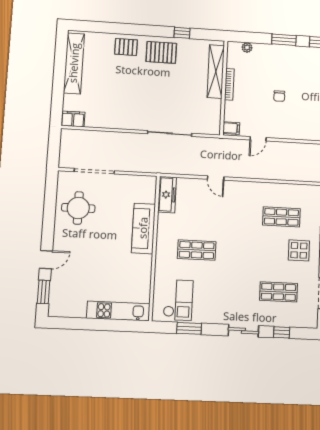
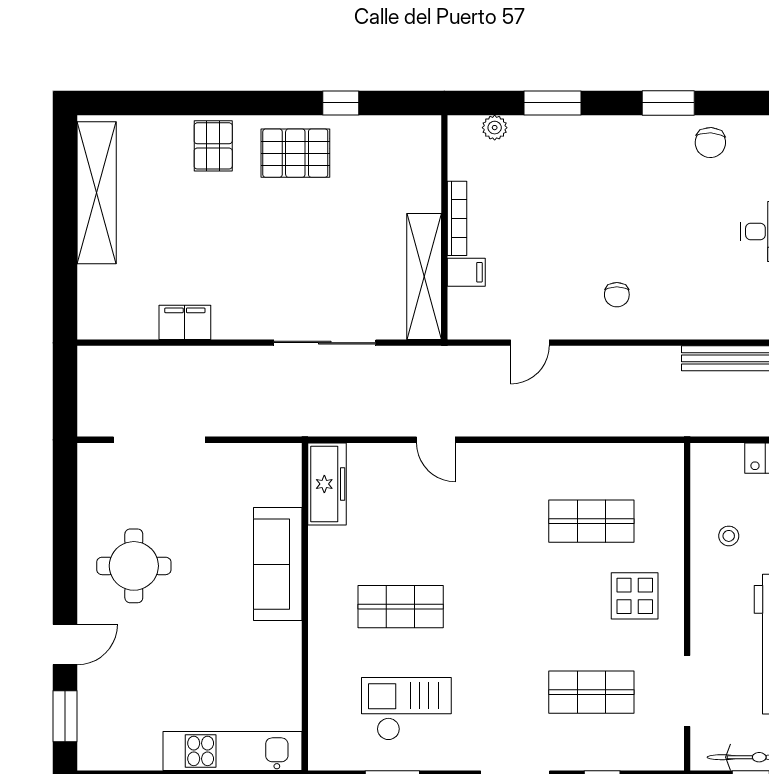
window: (284, 40) -> (552, 103), moved
pallet: (126, 47) -> (213, 146), turned 90
shelving: (216, 71) -> (424, 276), moved
chair: (279, 96) -> (617, 295), moved
filing cabinet: (73, 119) -> (185, 322), moved
filing cabinet: (231, 128) -> (466, 272), moved
round table: (78, 208) -> (134, 566), moved
checkout: (178, 300) -> (406, 709), moved, turned -90

